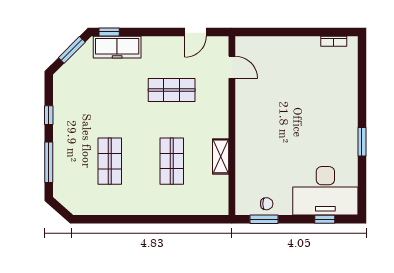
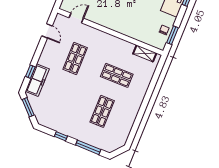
window: (109, 32) -> (30, 72), moved
shelving: (221, 156) -> (145, 53), moved
shop shelf: (110, 161) -> (102, 111), turned 90

